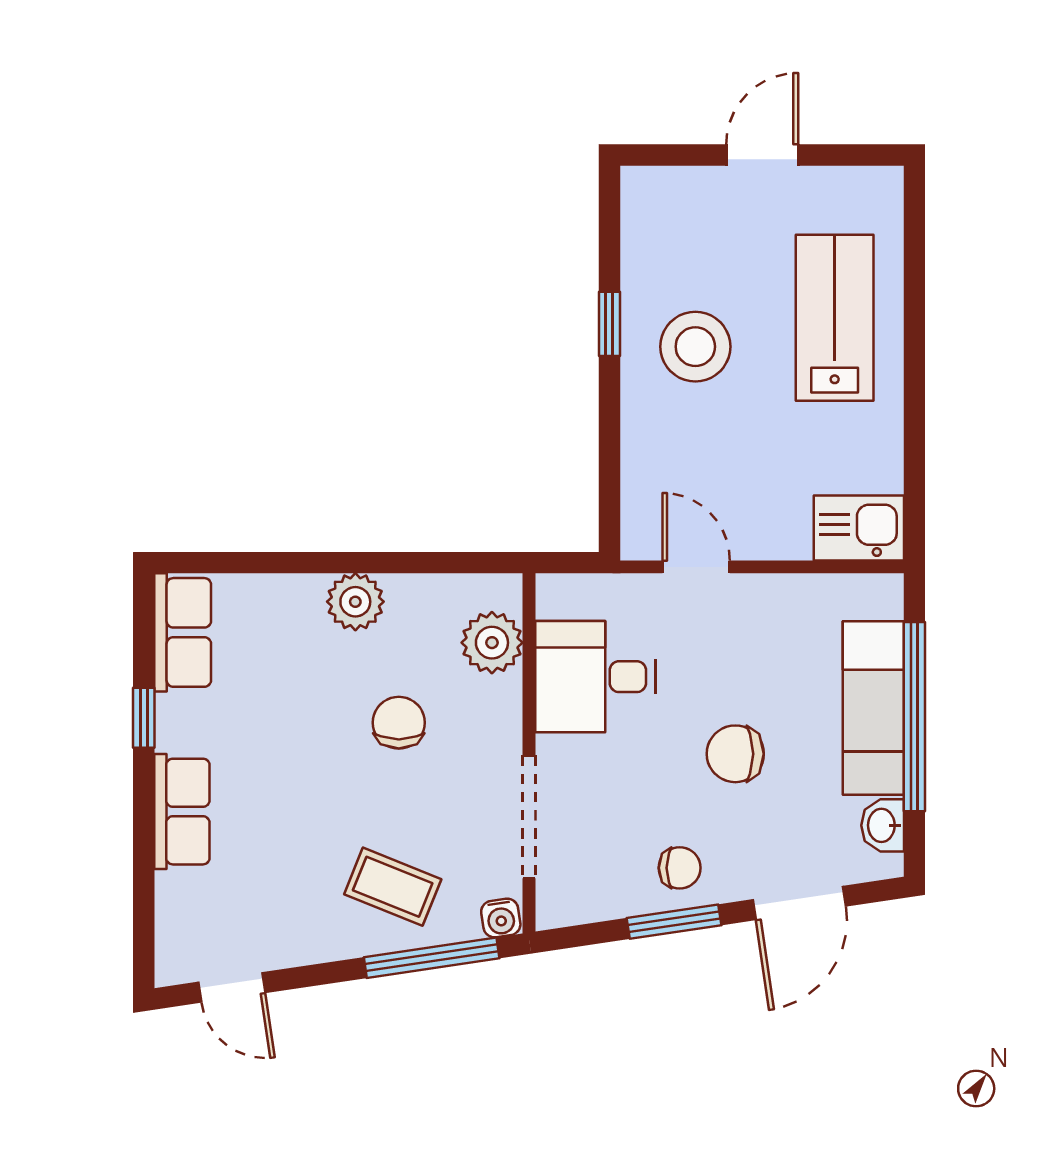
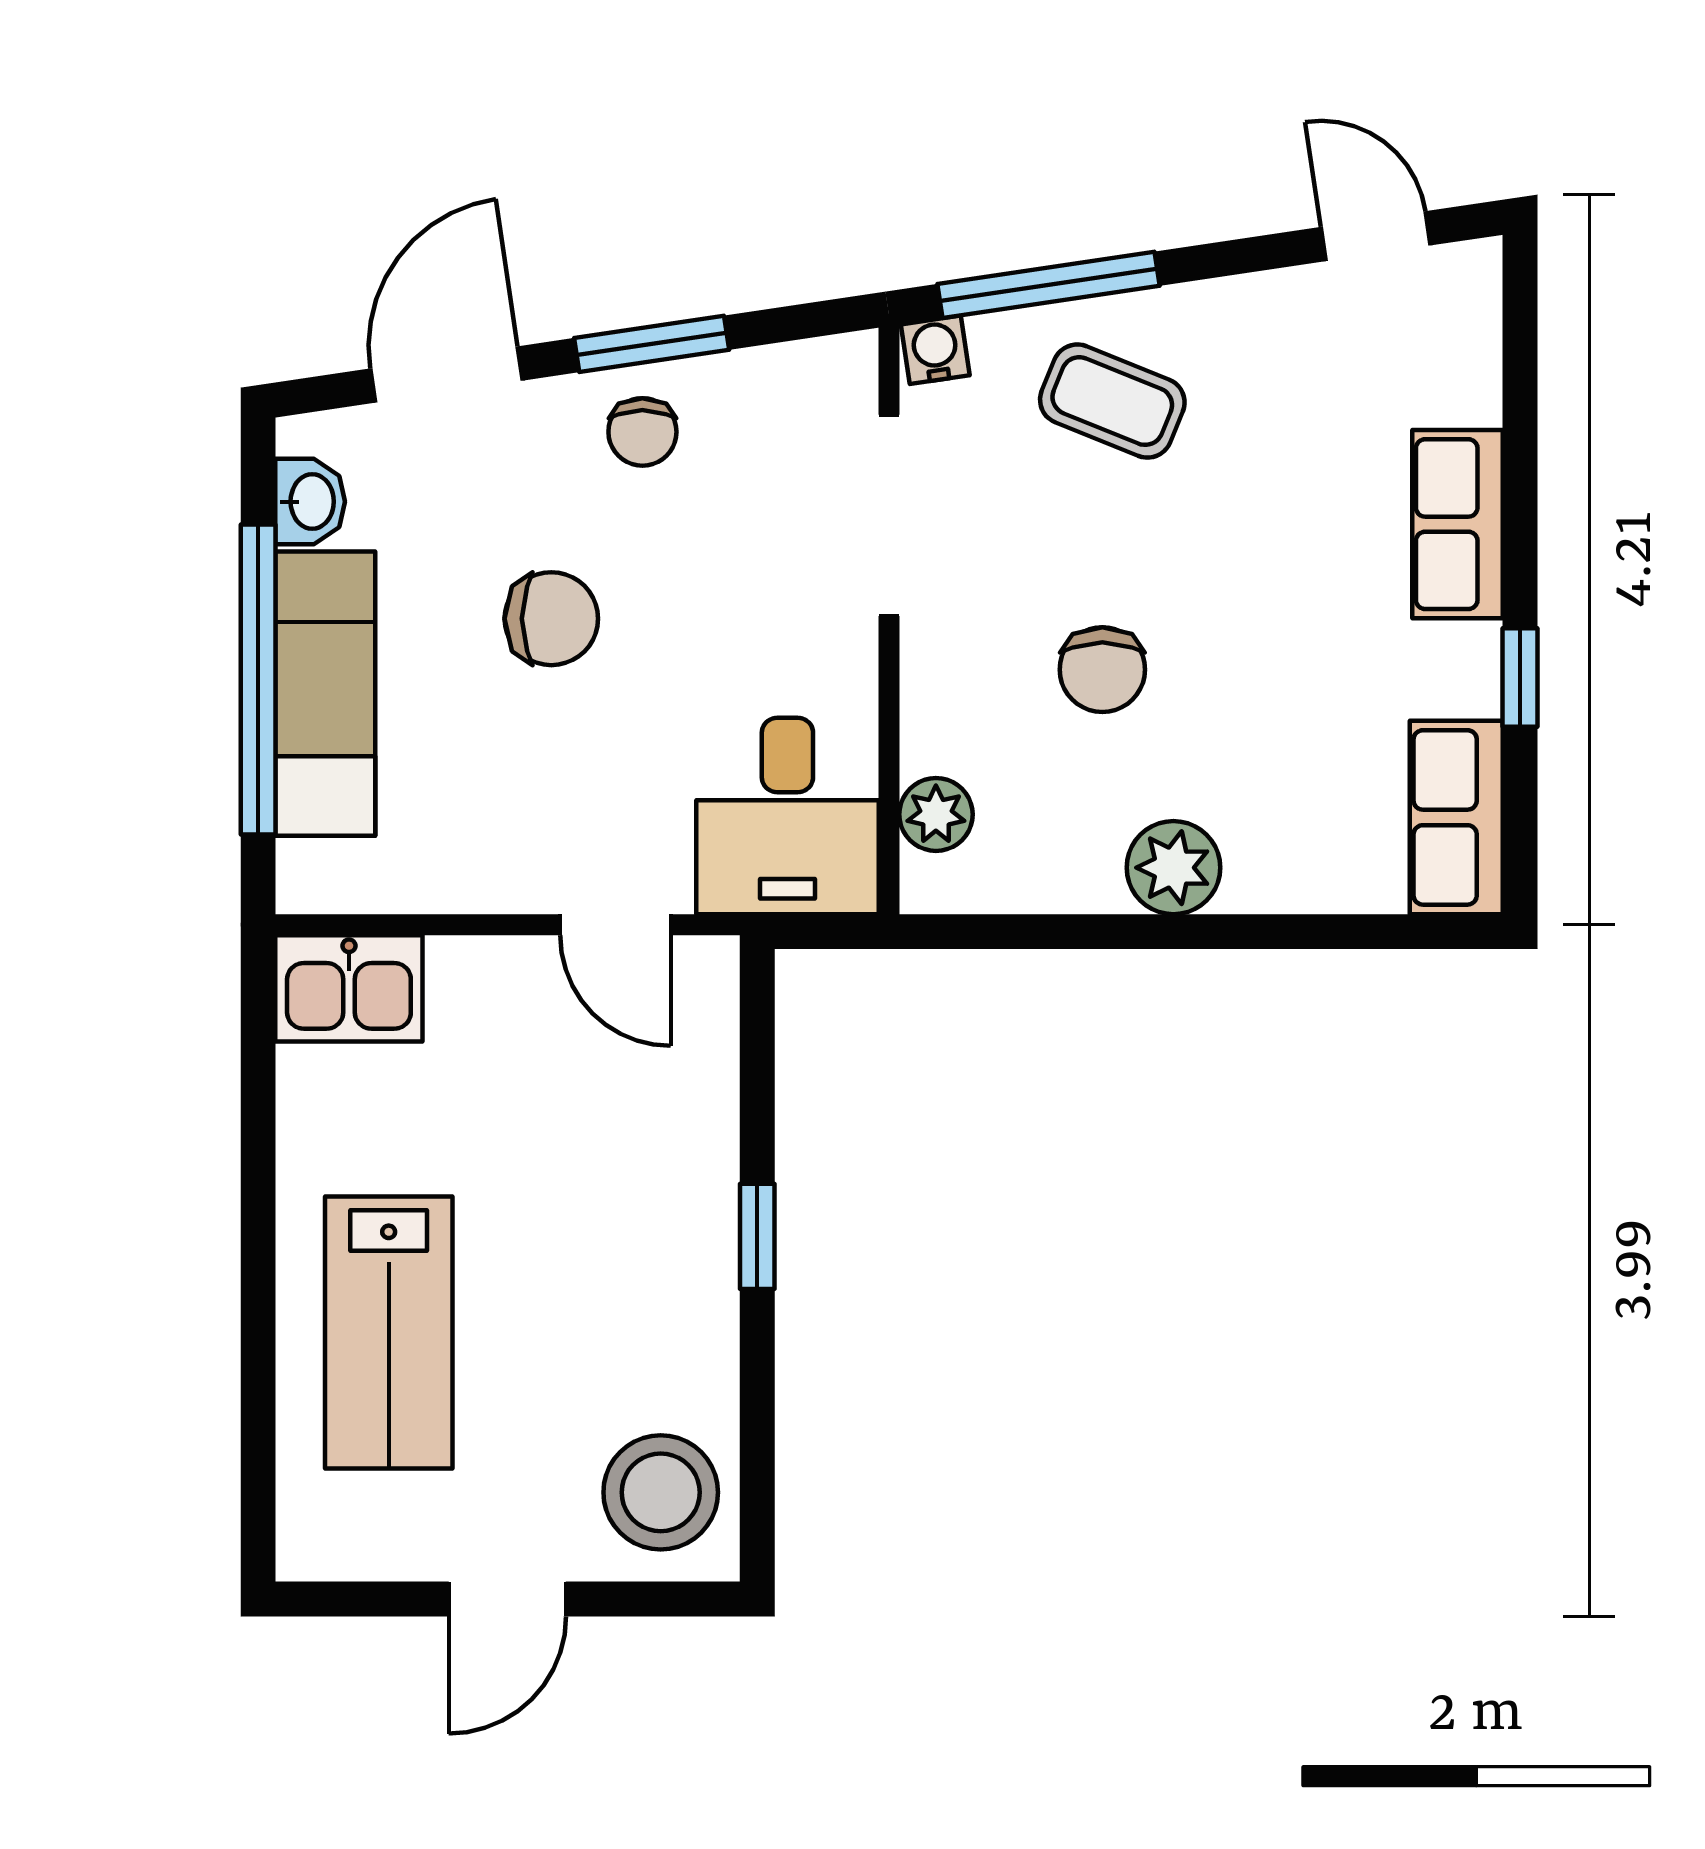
window: (609, 324) -> (757, 1236), moved
stool: (695, 347) -> (661, 1492), moved
plant: (492, 643) -> (936, 814), width x0.73, depth x0.73
desk: (595, 677) -> (787, 816), moved, turned 90
chair: (680, 868) -> (642, 432), turned -90

